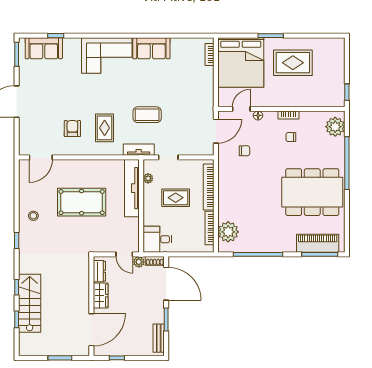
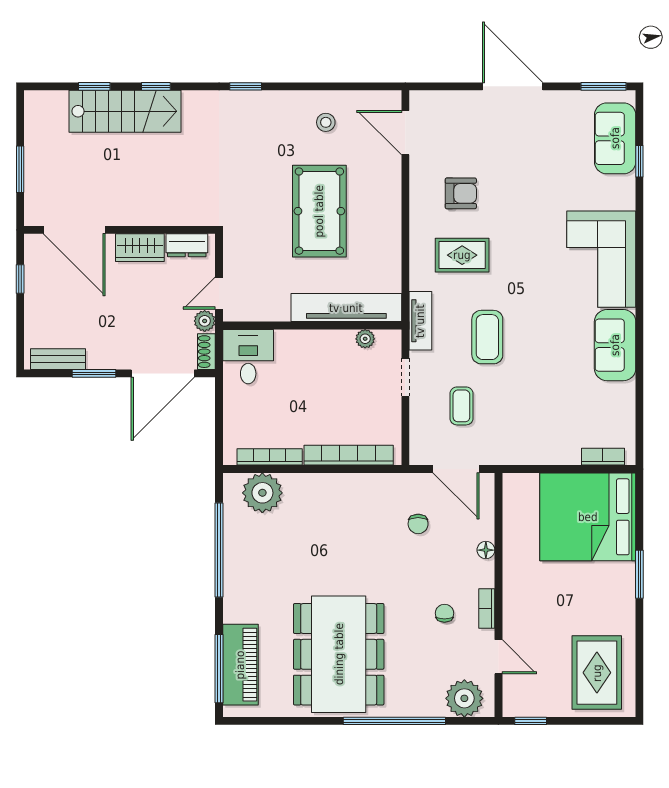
rug: (293, 63) -> (597, 673), moved
door: (241, 109) -> (498, 657), moved
coffee table: (183, 128) -> (461, 406), added
rug: (176, 198) -> (328, 392), removed
stool: (33, 216) -> (326, 122), moved

